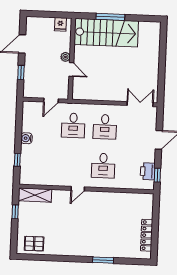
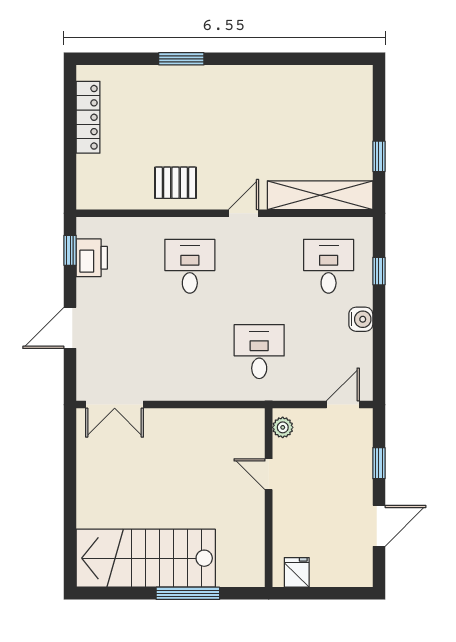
stairs: (106, 33) -> (146, 558), moved
plant: (65, 57) -> (283, 427), moved
door: (51, 100) -> (343, 405), moved
desk: (105, 127) -> (329, 266), moved
shelving: (35, 195) -> (320, 195), width x1.47
pallet: (34, 244) -> (176, 183), moved

